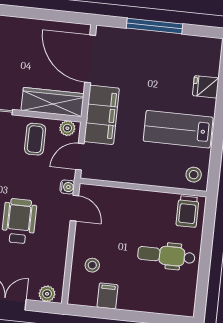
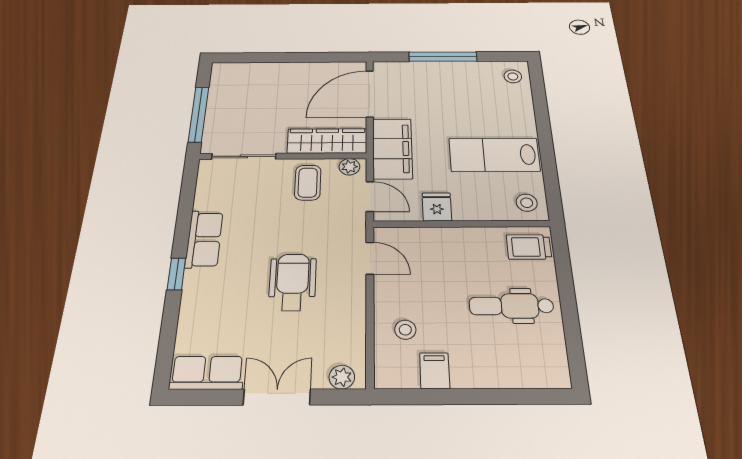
stool: (208, 54) -> (513, 76), added
door: (90, 59) -> (370, 94), hinge flipped
fridge: (206, 87) -> (437, 207), moved, turned 90
door: (80, 157) -> (370, 197), swing flipped
water cooler: (67, 187) -> (357, 233), removed
trolley: (188, 212) -> (529, 247), turned 90

